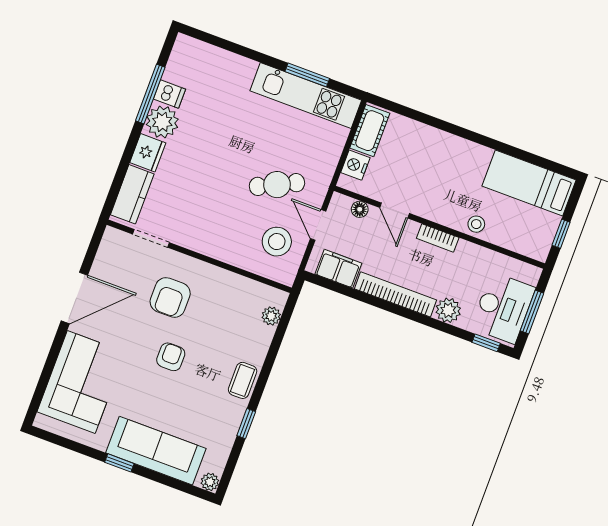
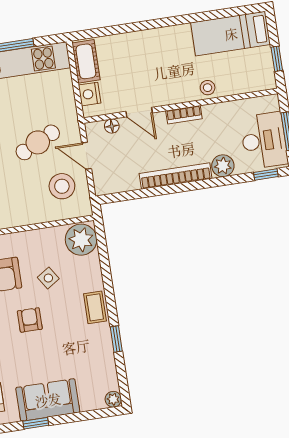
filing cabinet: (338, 269) -> (121, 181), removed
plant: (271, 316) -> (81, 240), width x1.87, depth x1.87
side table: (212, 325) -> (48, 278), added
sofa: (156, 451) -> (48, 400), width x0.73

